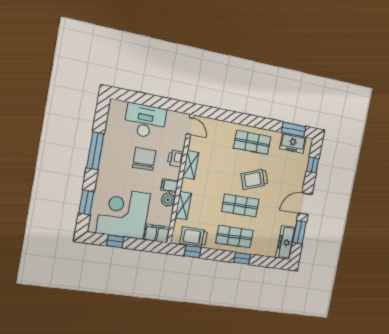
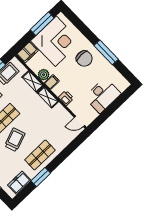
window: (293, 129) -> (41, 177), moved
chair: (144, 159) -> (84, 59), moved
shelving: (191, 165) -> (48, 97), moved
window: (86, 202) -> (79, 24), removed
window: (115, 241) -> (42, 24), width x2.17

